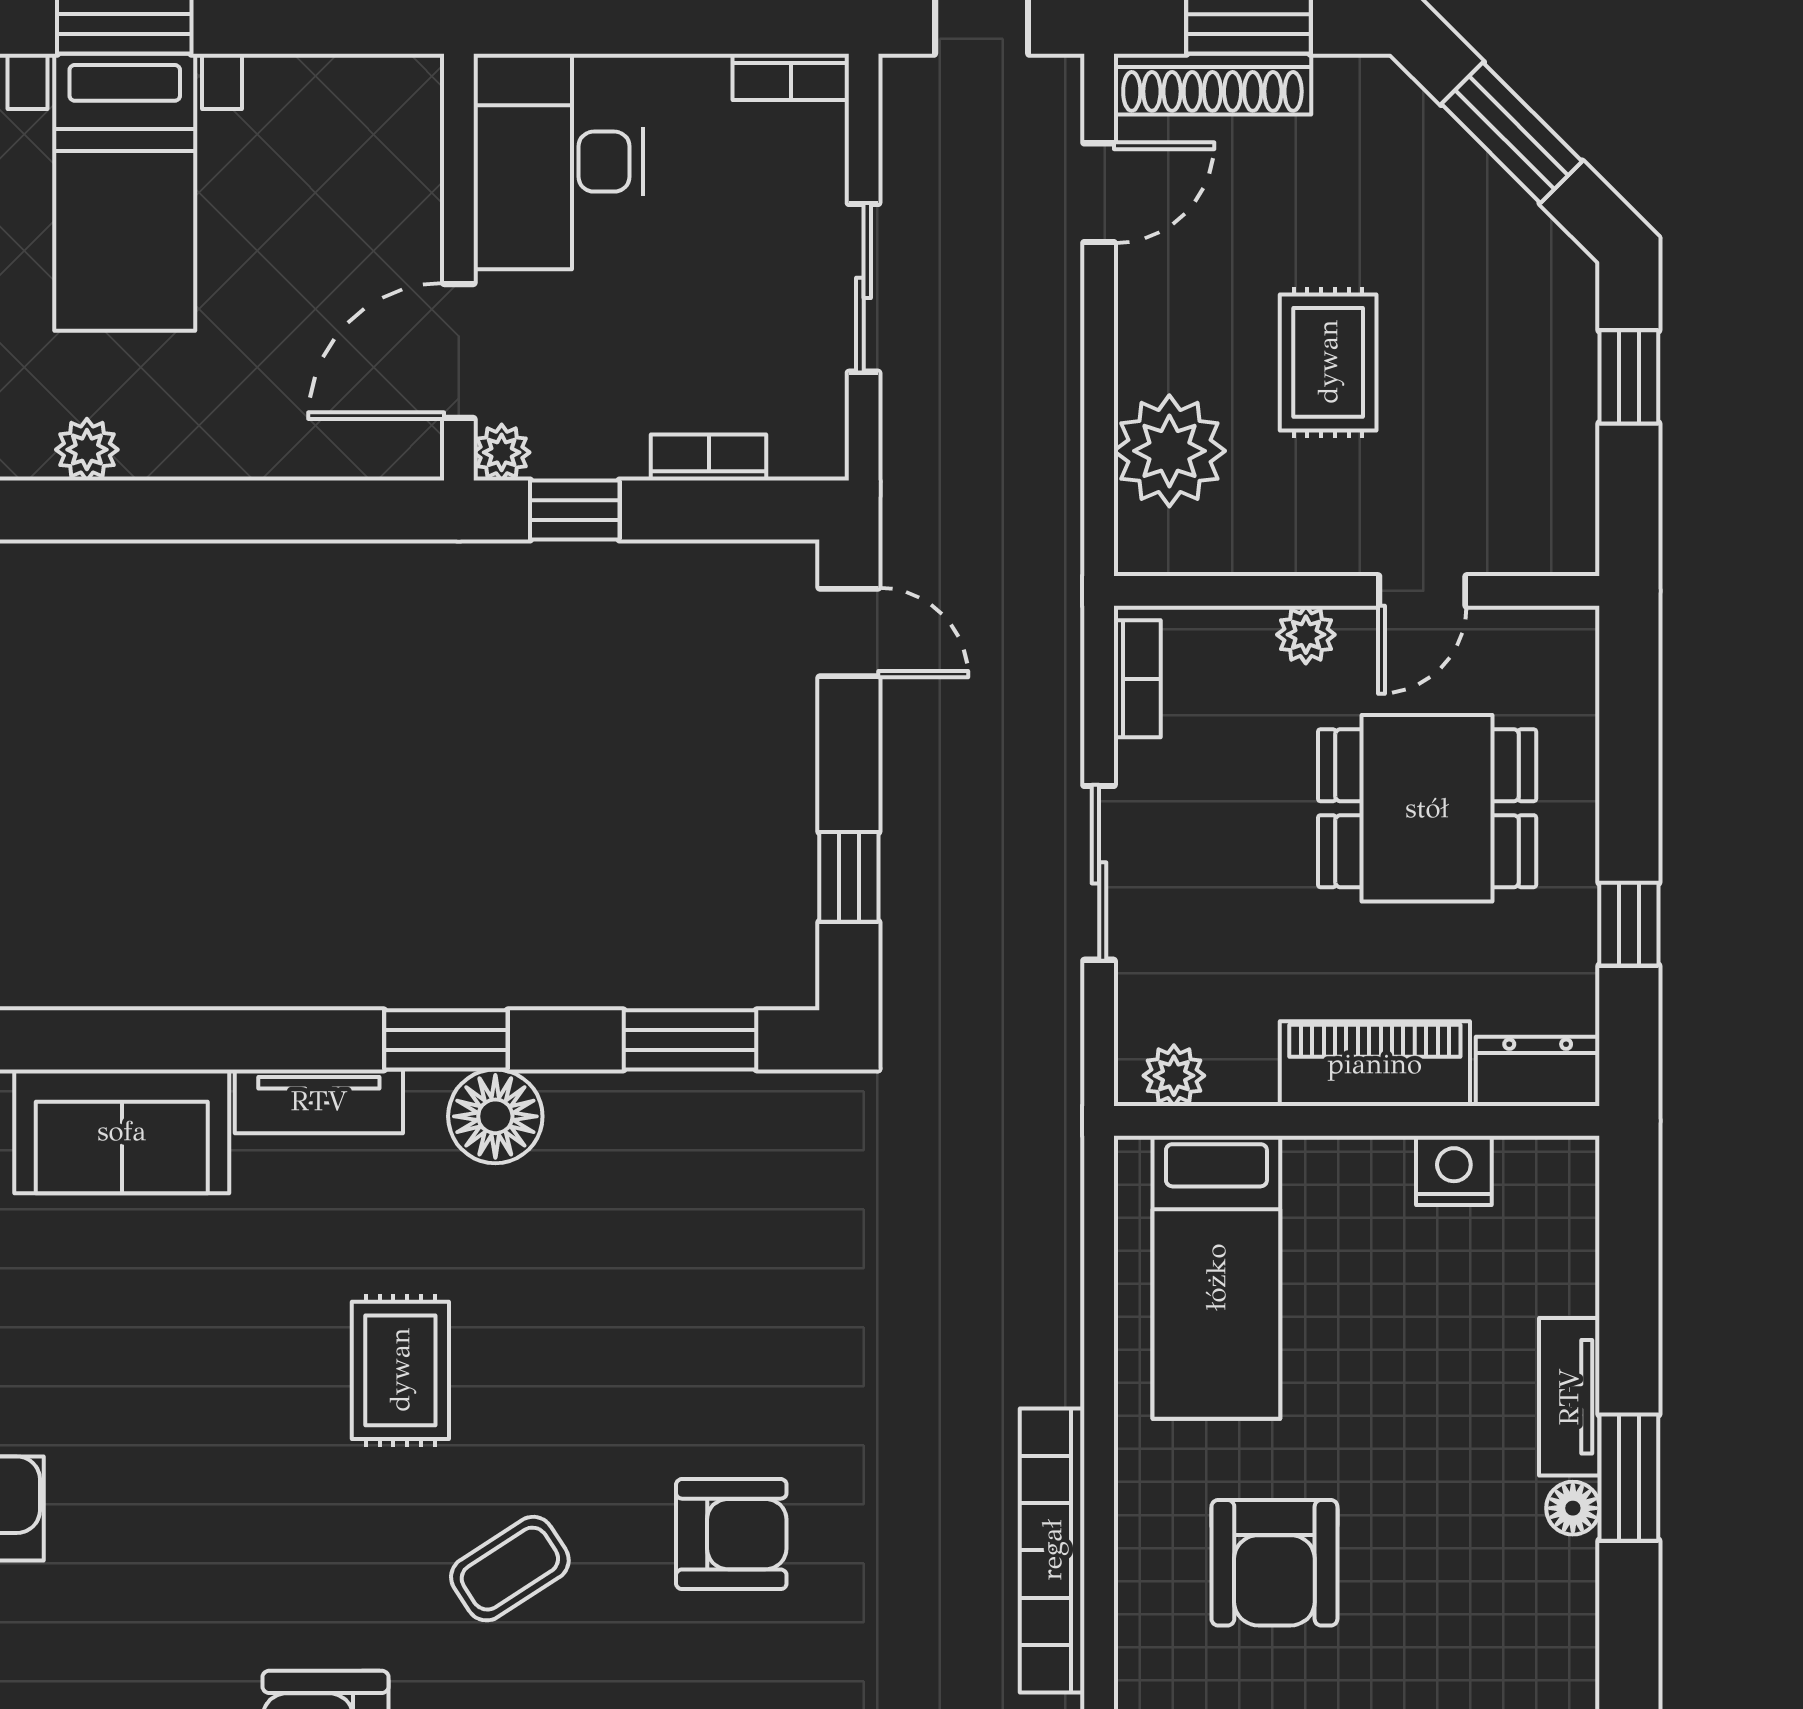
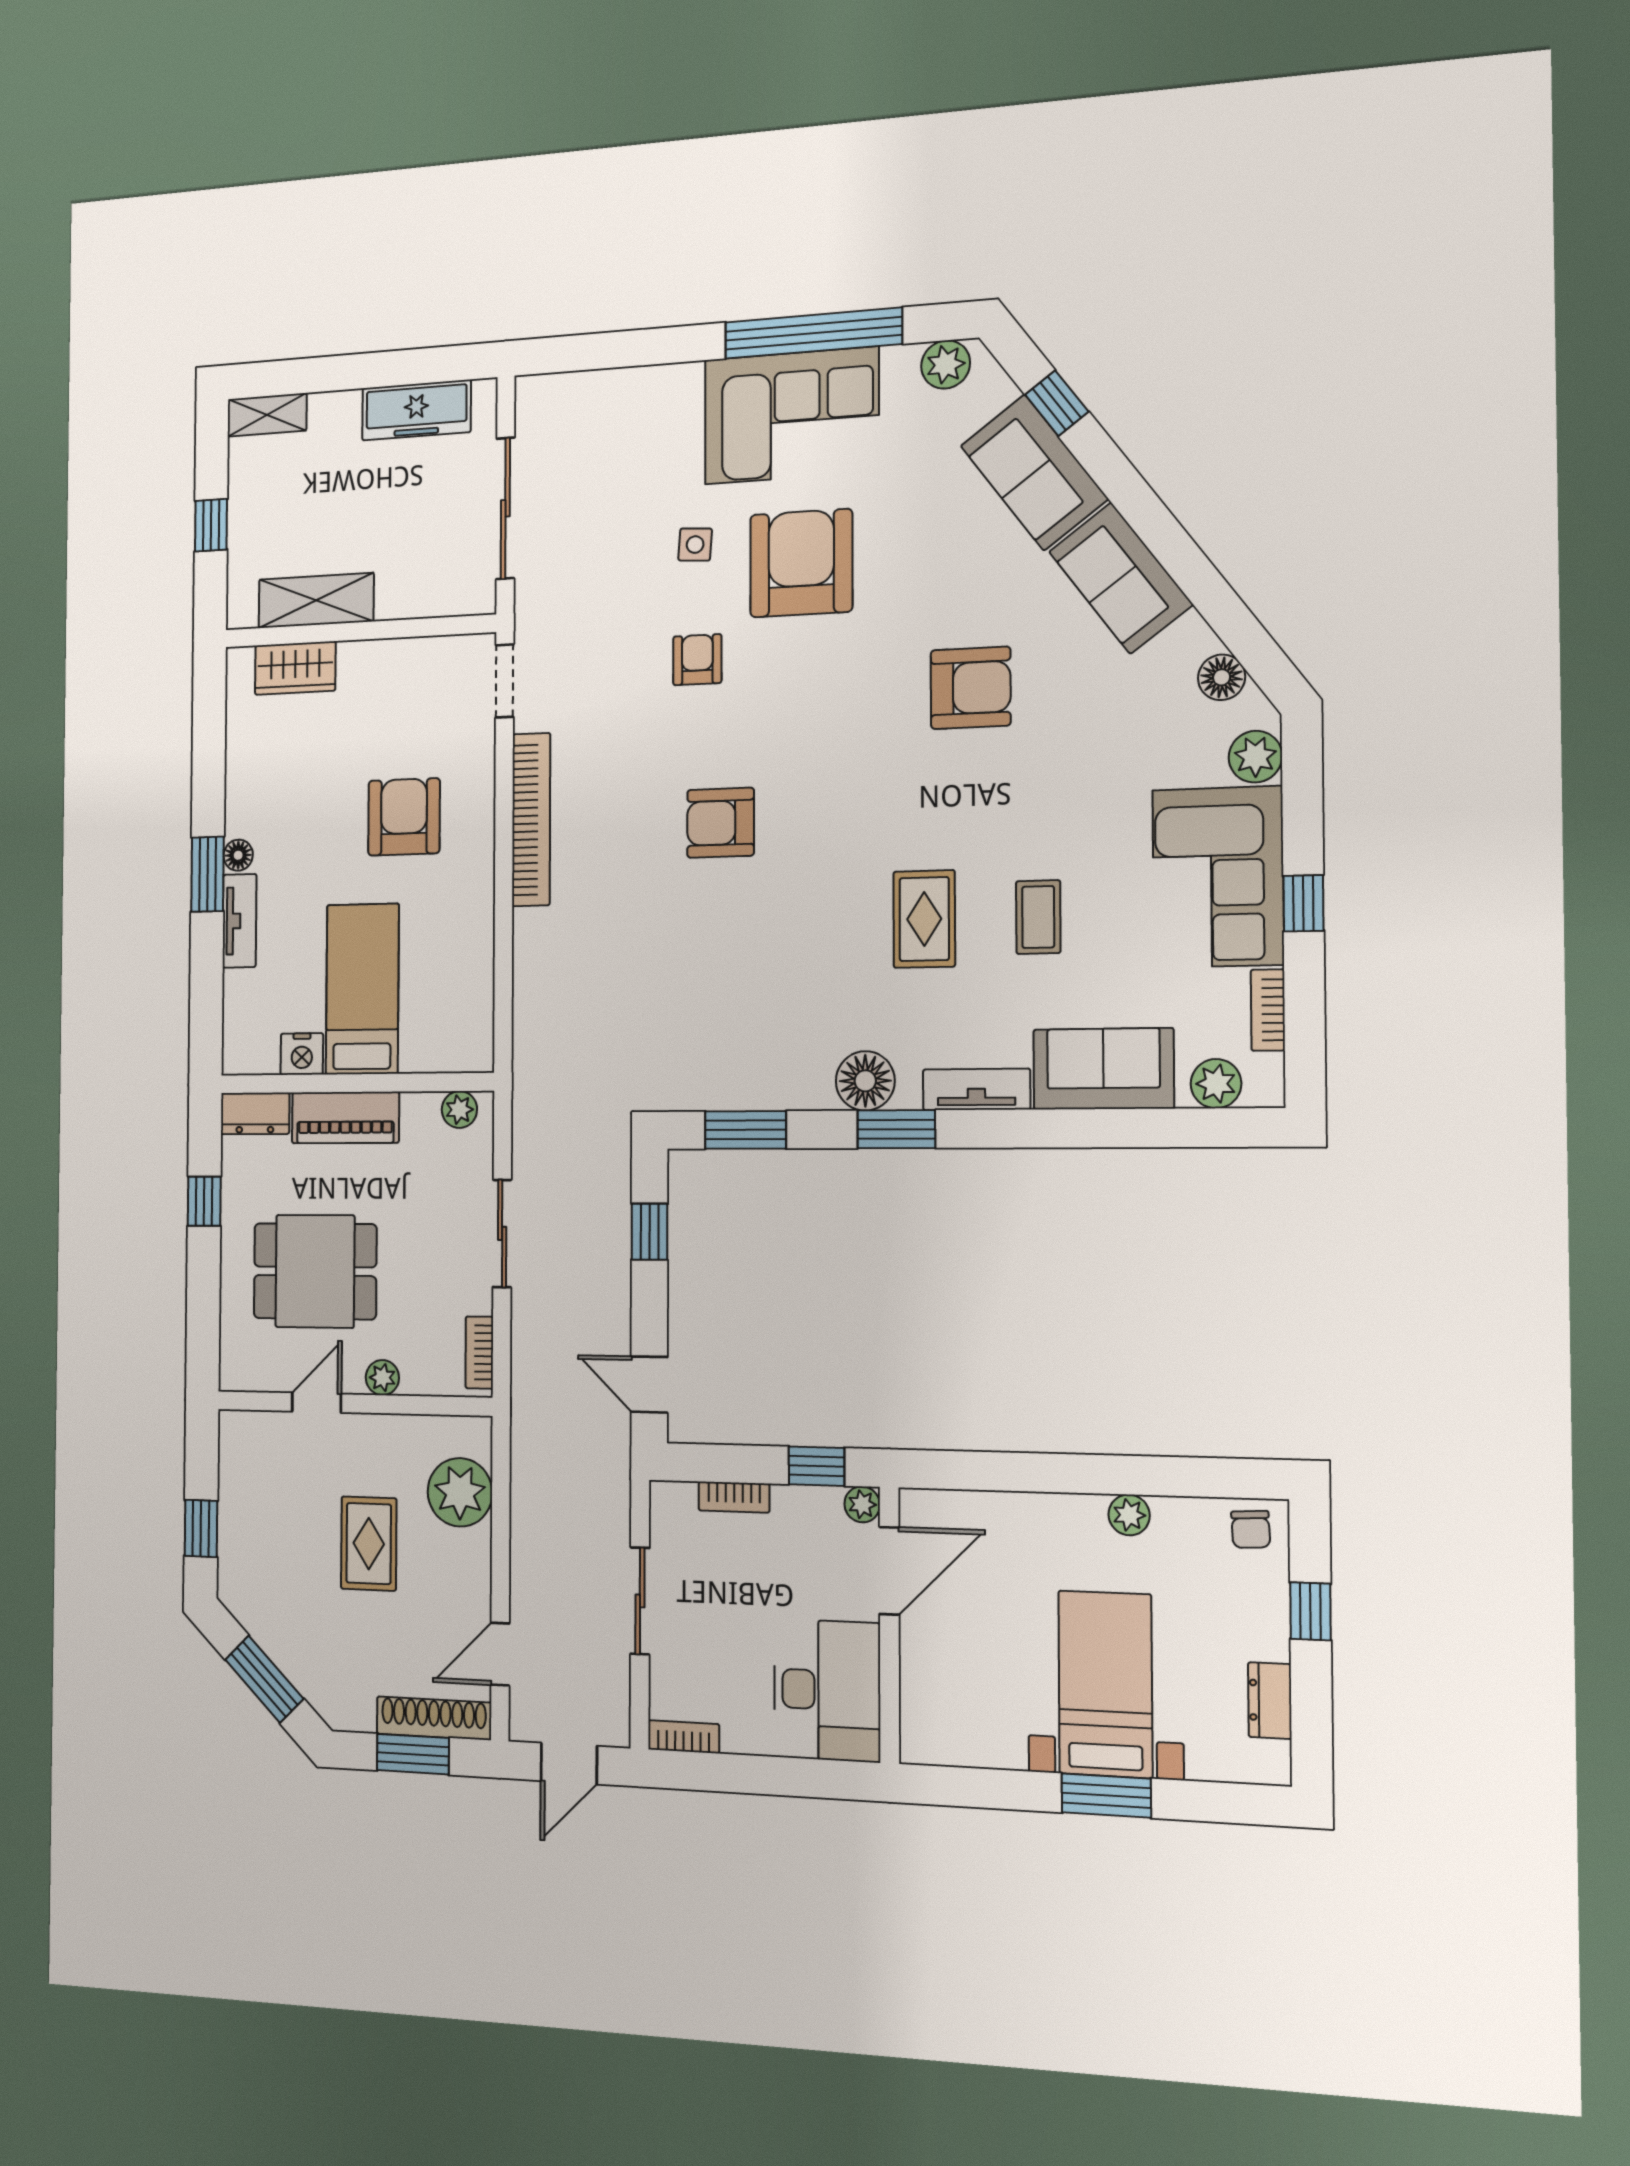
bed: (1216, 1277) -> (362, 989), moved
coffee table: (510, 1569) -> (1038, 917), moved, turned -57

